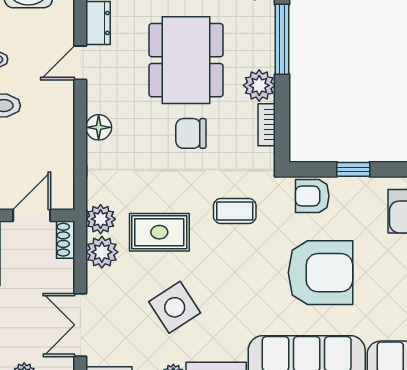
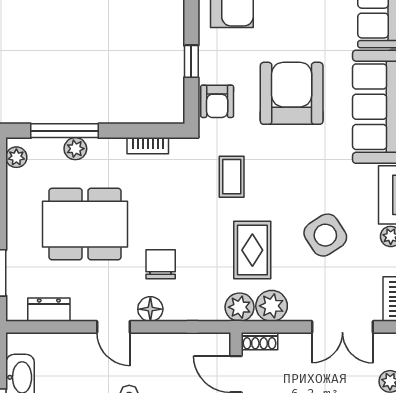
door: (80, 63) -> (113, 327), moved
plant: (259, 85) -> (75, 149), moved, width x0.73, depth x0.73
chair: (191, 133) -> (161, 264), moved, turned 180

